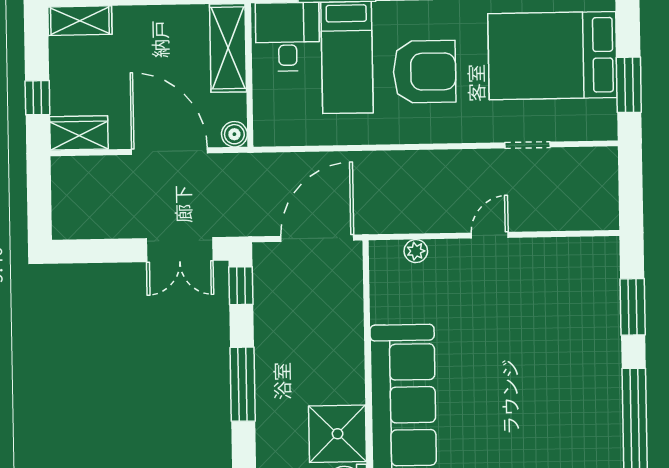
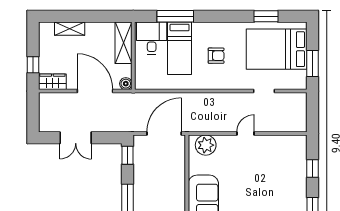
shelving: (80, 21) -> (70, 29), moved
armchair: (424, 72) -> (216, 56), width x0.53, depth x0.53
double door: (180, 250) -> (76, 138), moved
plant: (416, 251) -> (206, 145), width x1.87, depth x1.87
window: (633, 307) -> (312, 168), width x0.67

